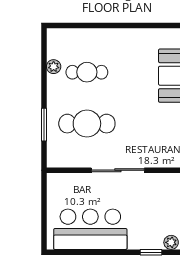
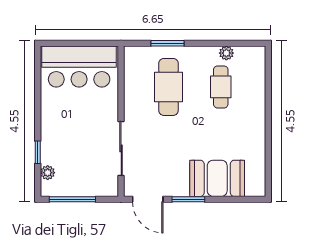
sliding door: (118, 170) -> (121, 148), moved
bar counter: (90, 229) -> (79, 66), moved, turned 90

